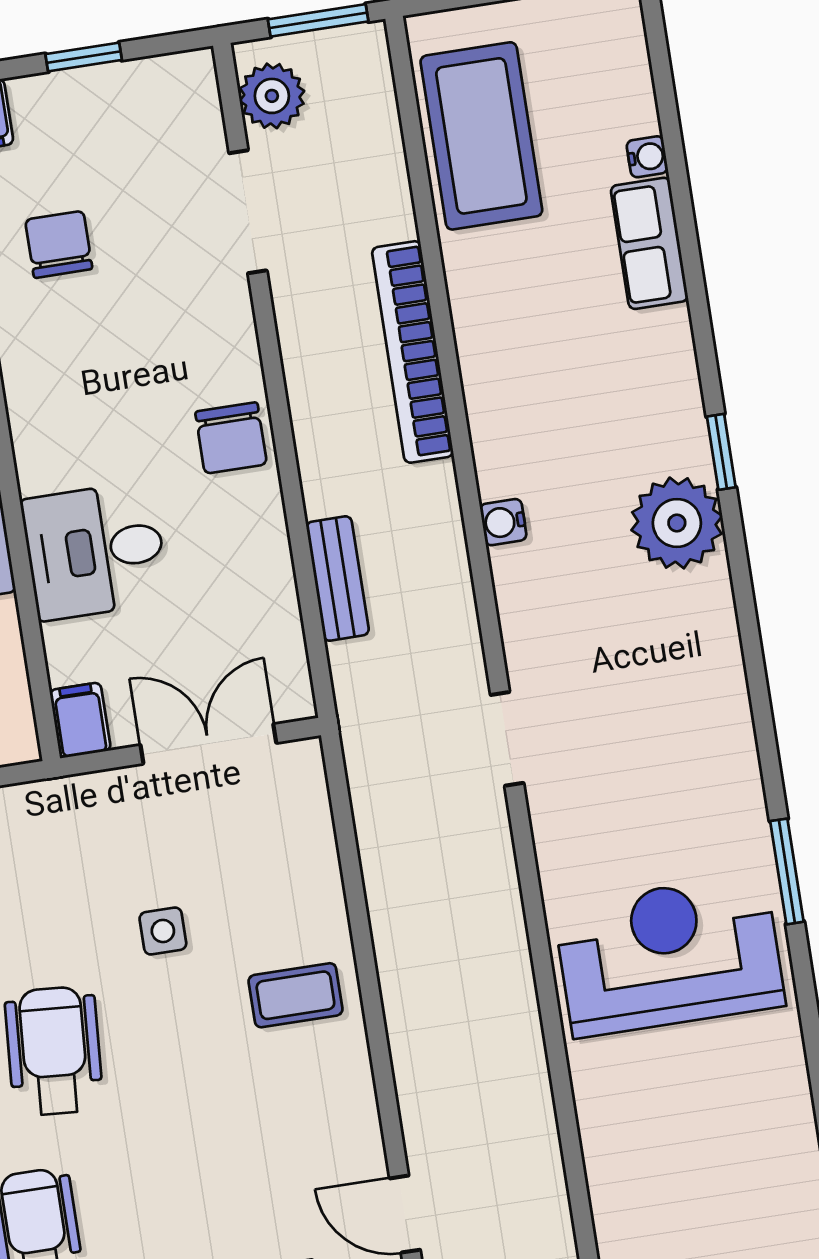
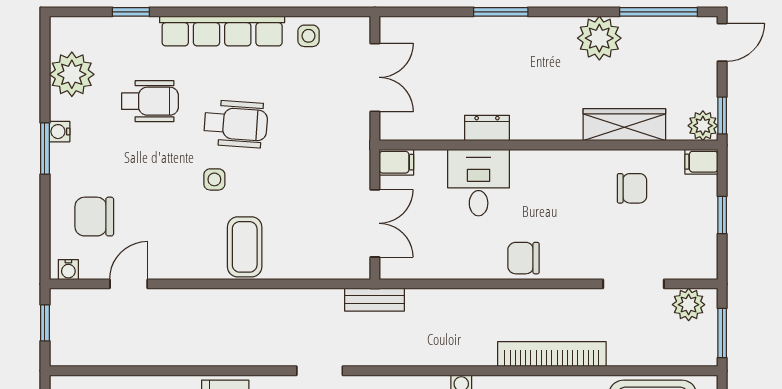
bench: (338, 579) -> (374, 300), moved
doorway: (507, 739) -> (320, 371), moved
side table: (163, 931) -> (214, 179), moved
coffee table: (295, 995) -> (245, 247), width x1.36, depth x1.30

